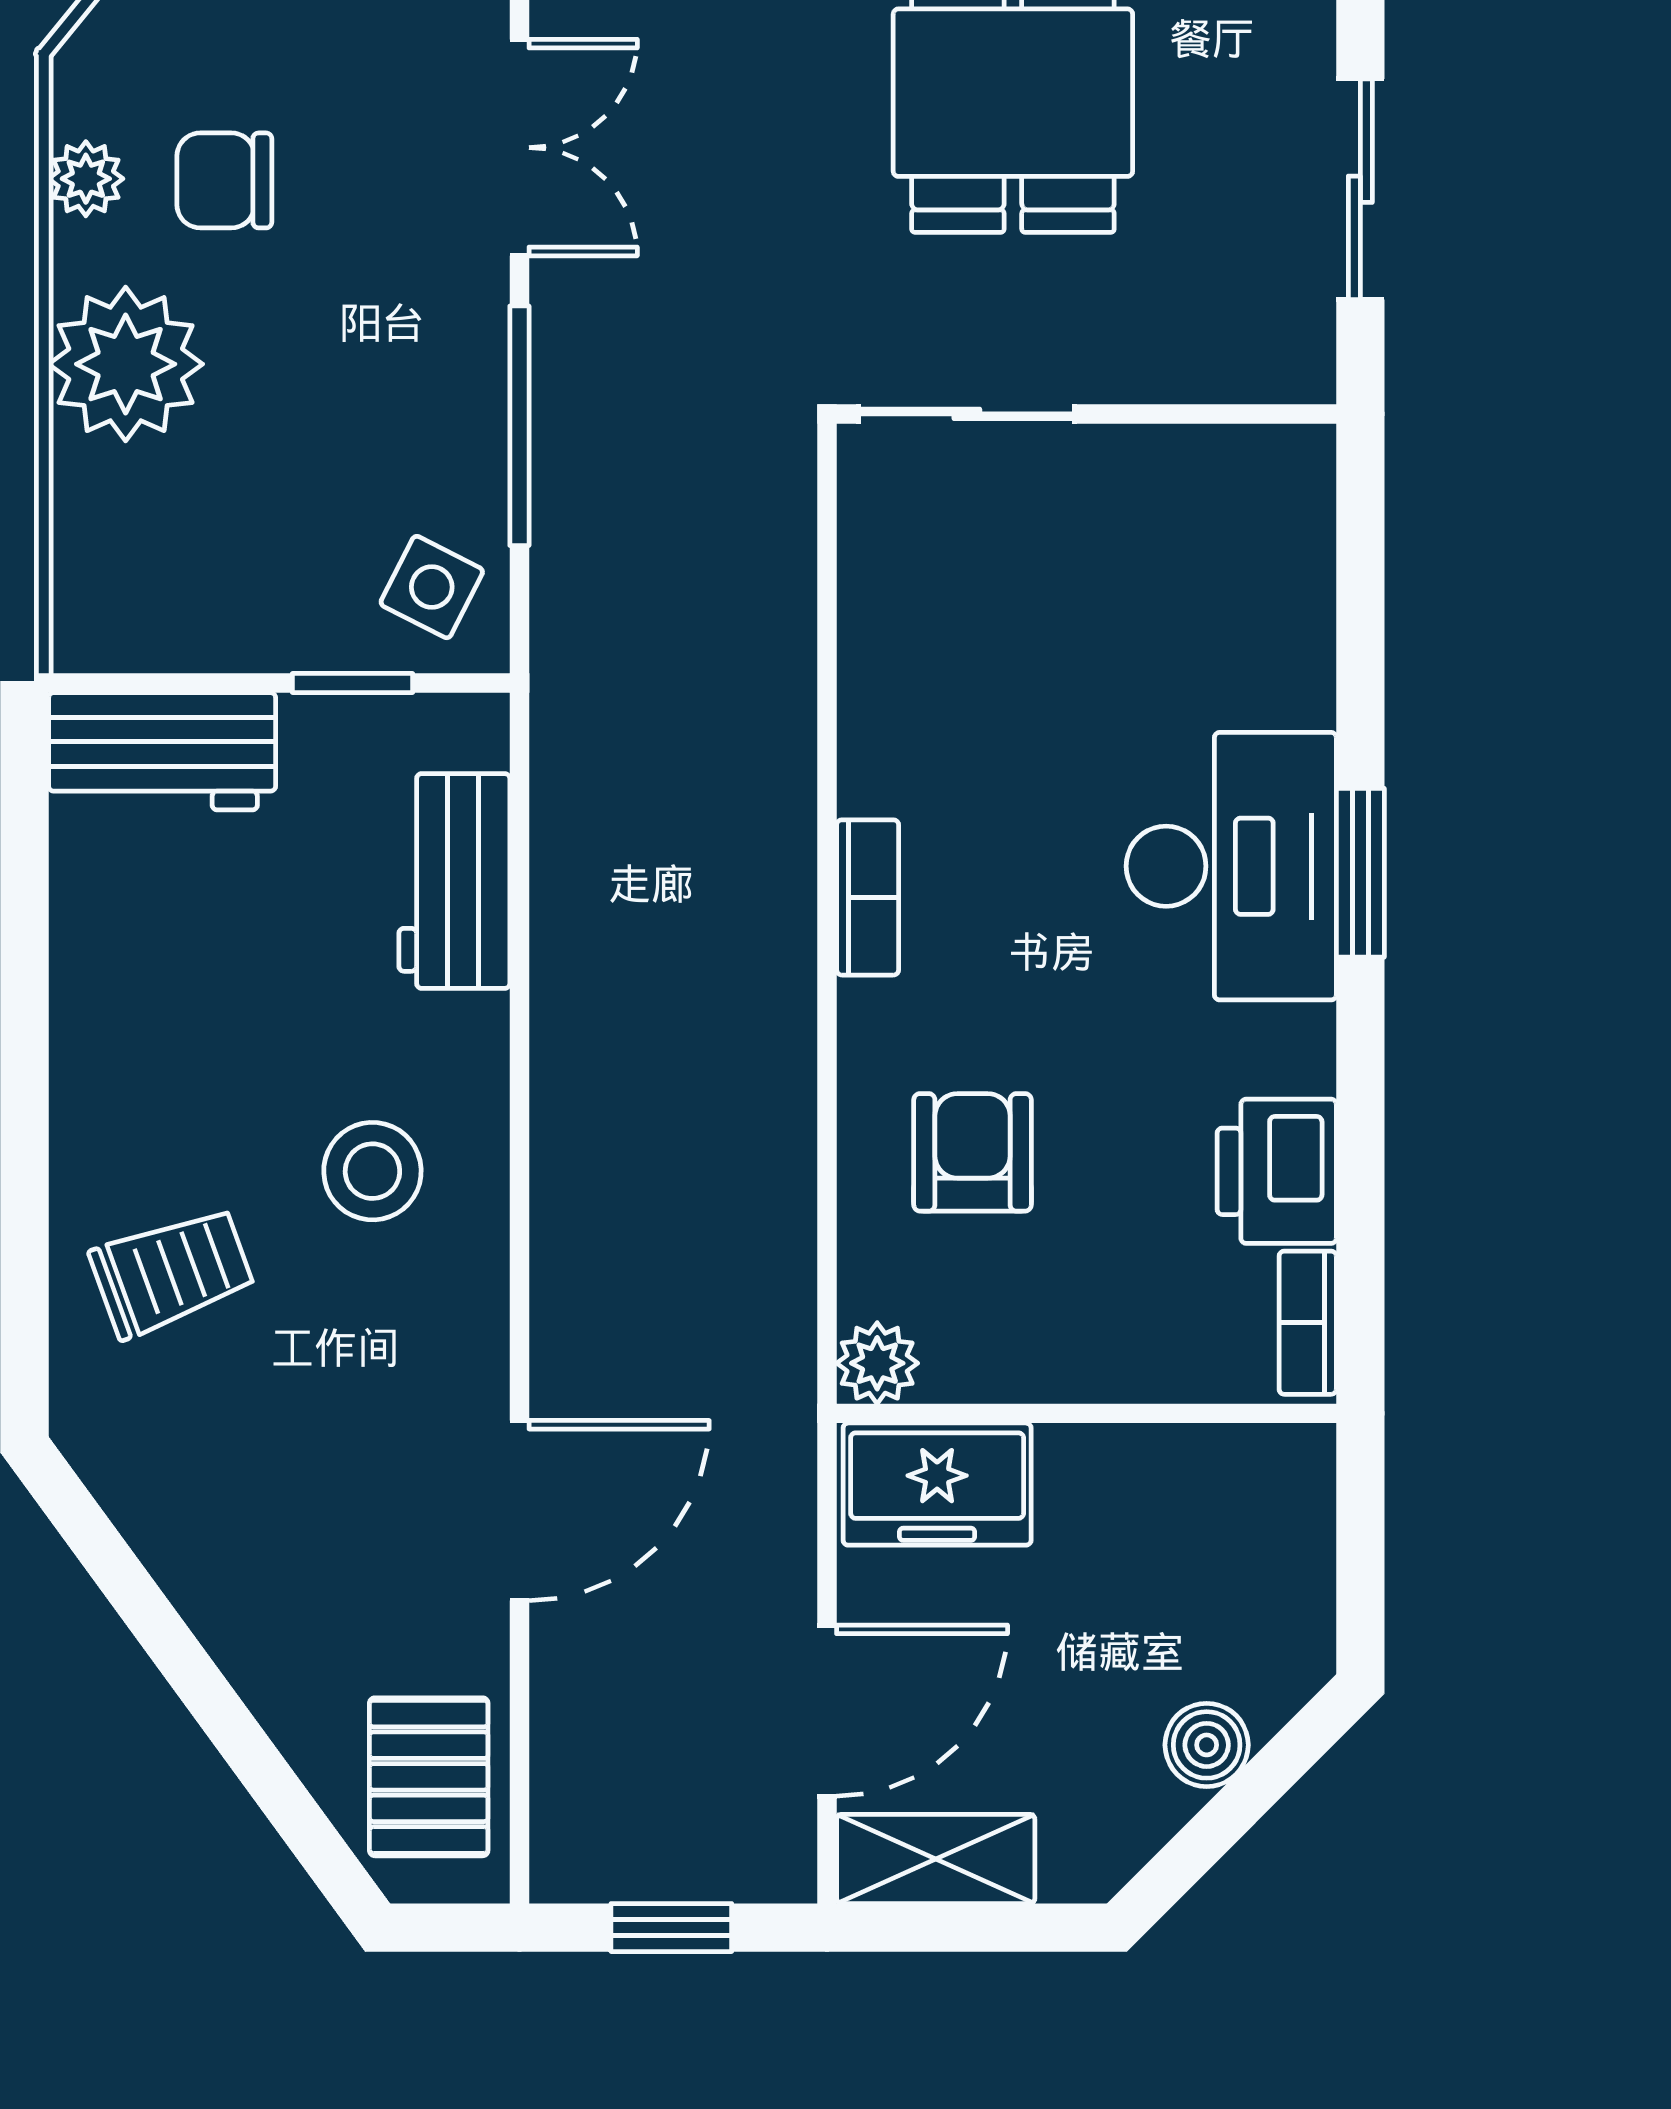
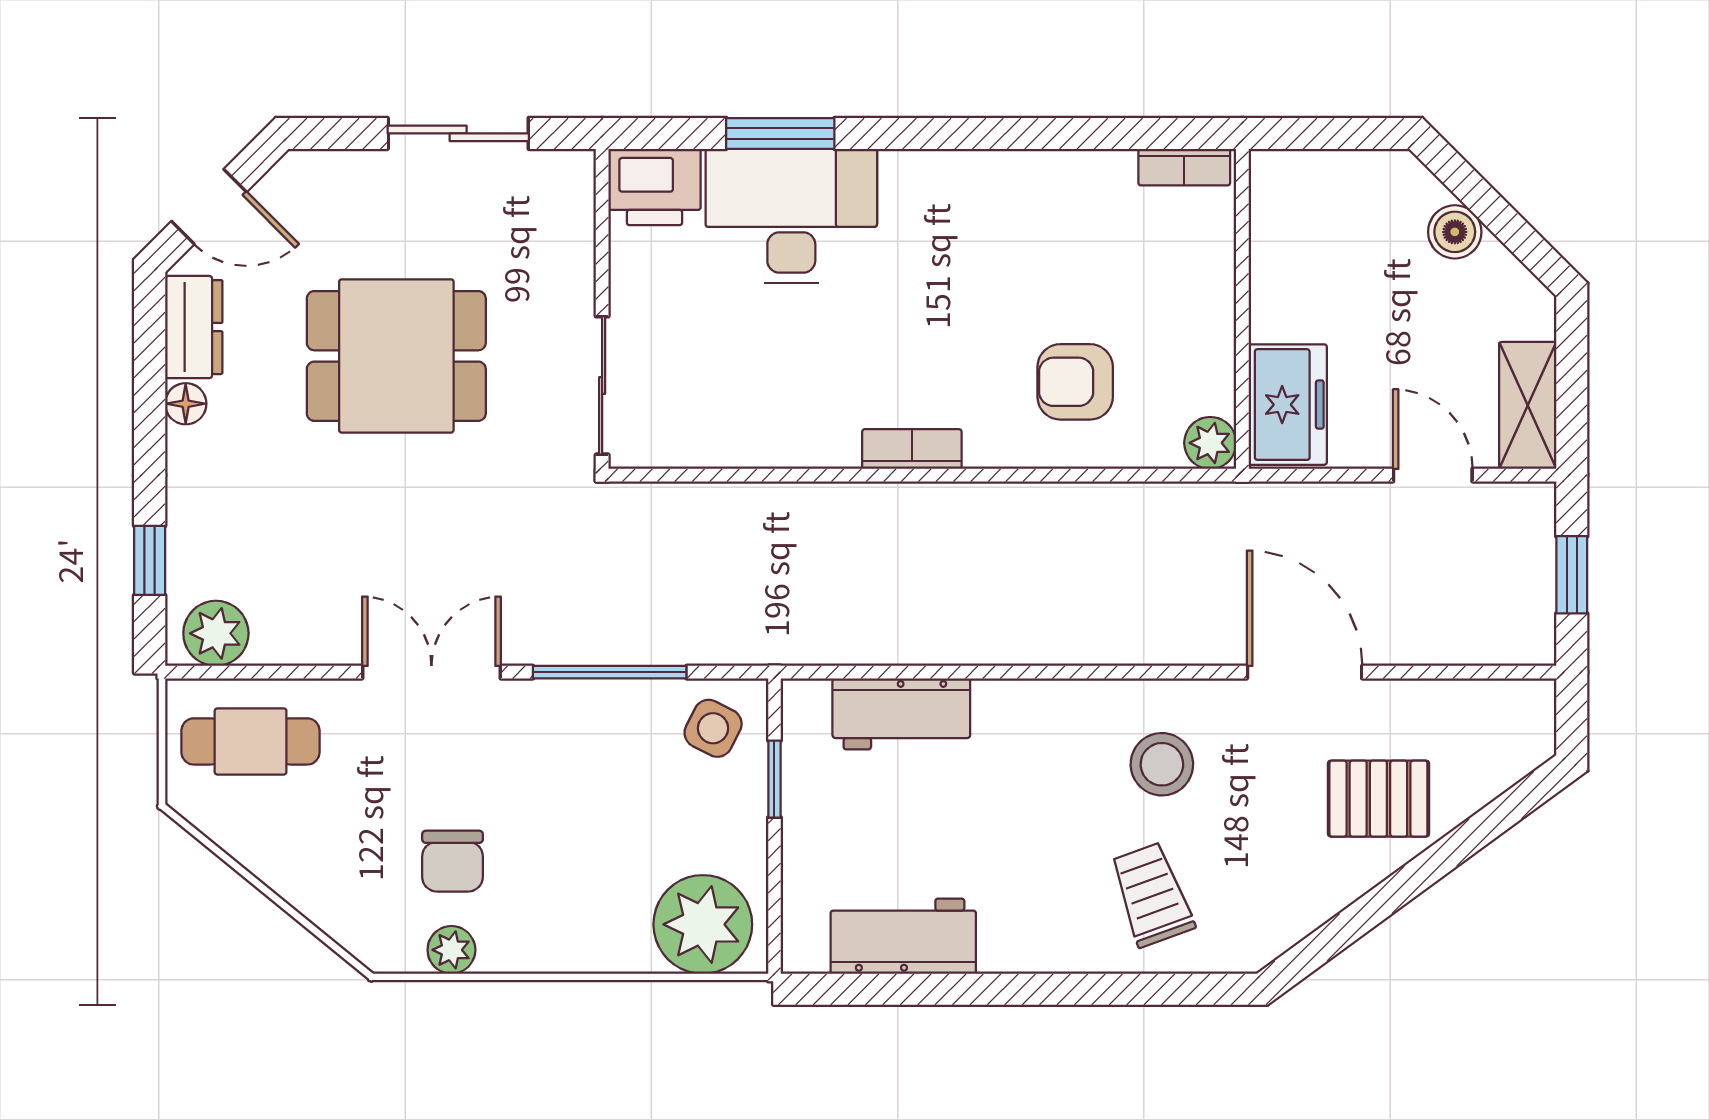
plant: (126, 364) -> (703, 924), moved
workbench: (162, 751) -> (903, 936), moved, turned -90
desk: (1231, 866) -> (791, 216), moved
window: (1360, 873) -> (780, 133), moved
stool: (372, 1171) -> (1162, 764), moved
printer: (1277, 1171) -> (654, 187), moved
door: (827, 1711) -> (1433, 475), width x0.73
pallet: (429, 1777) -> (1378, 799), moved

